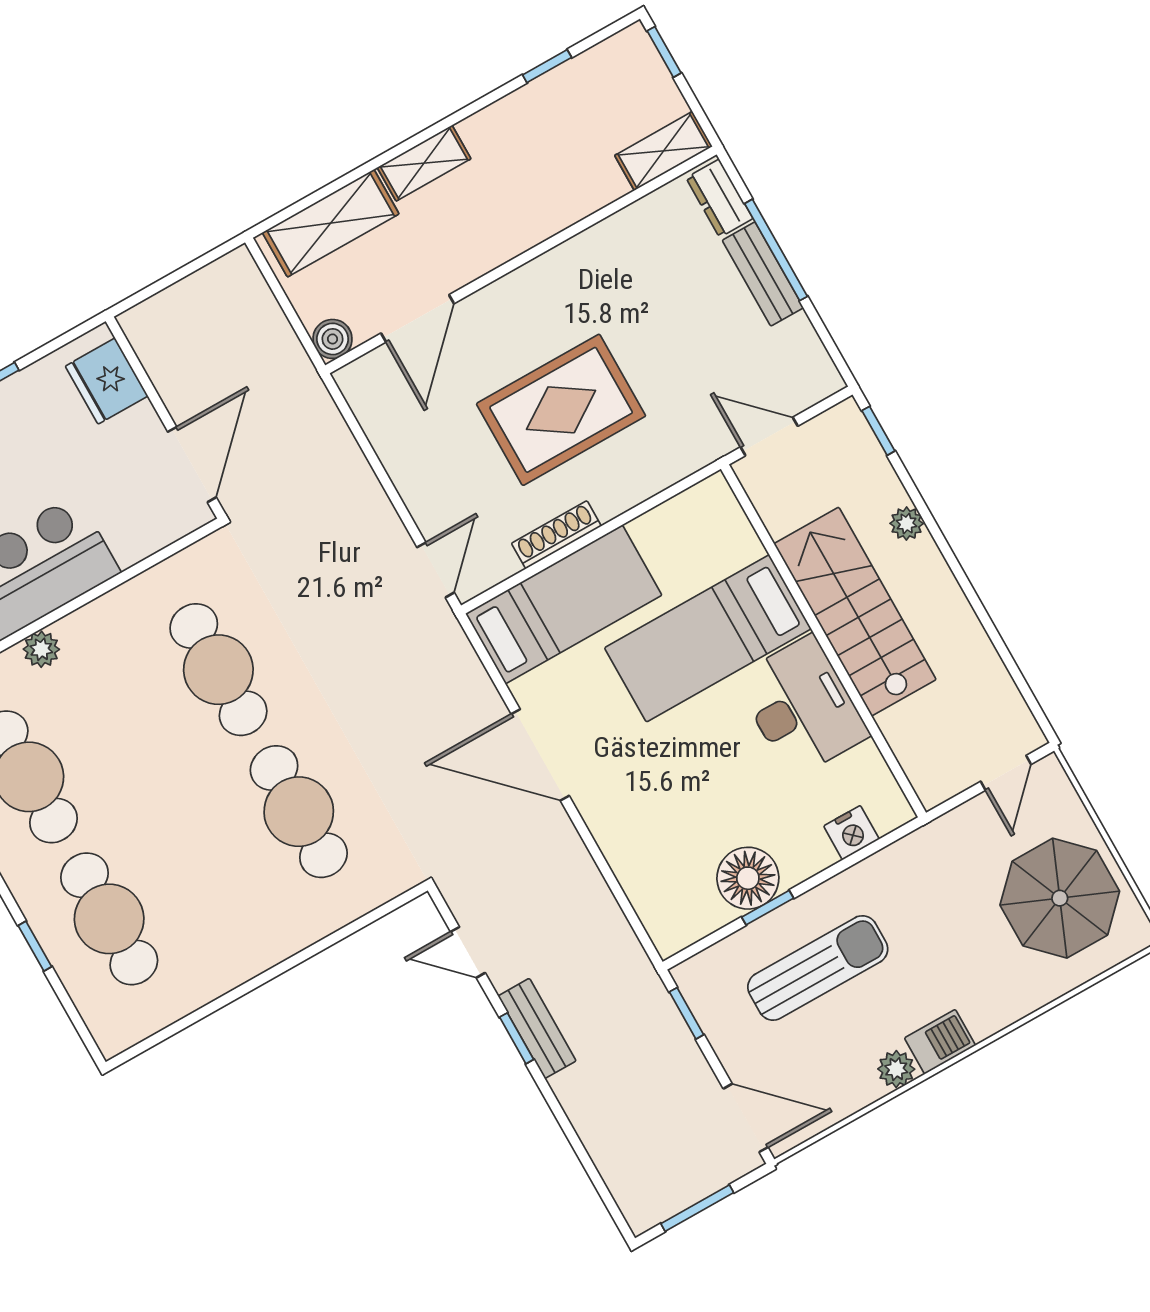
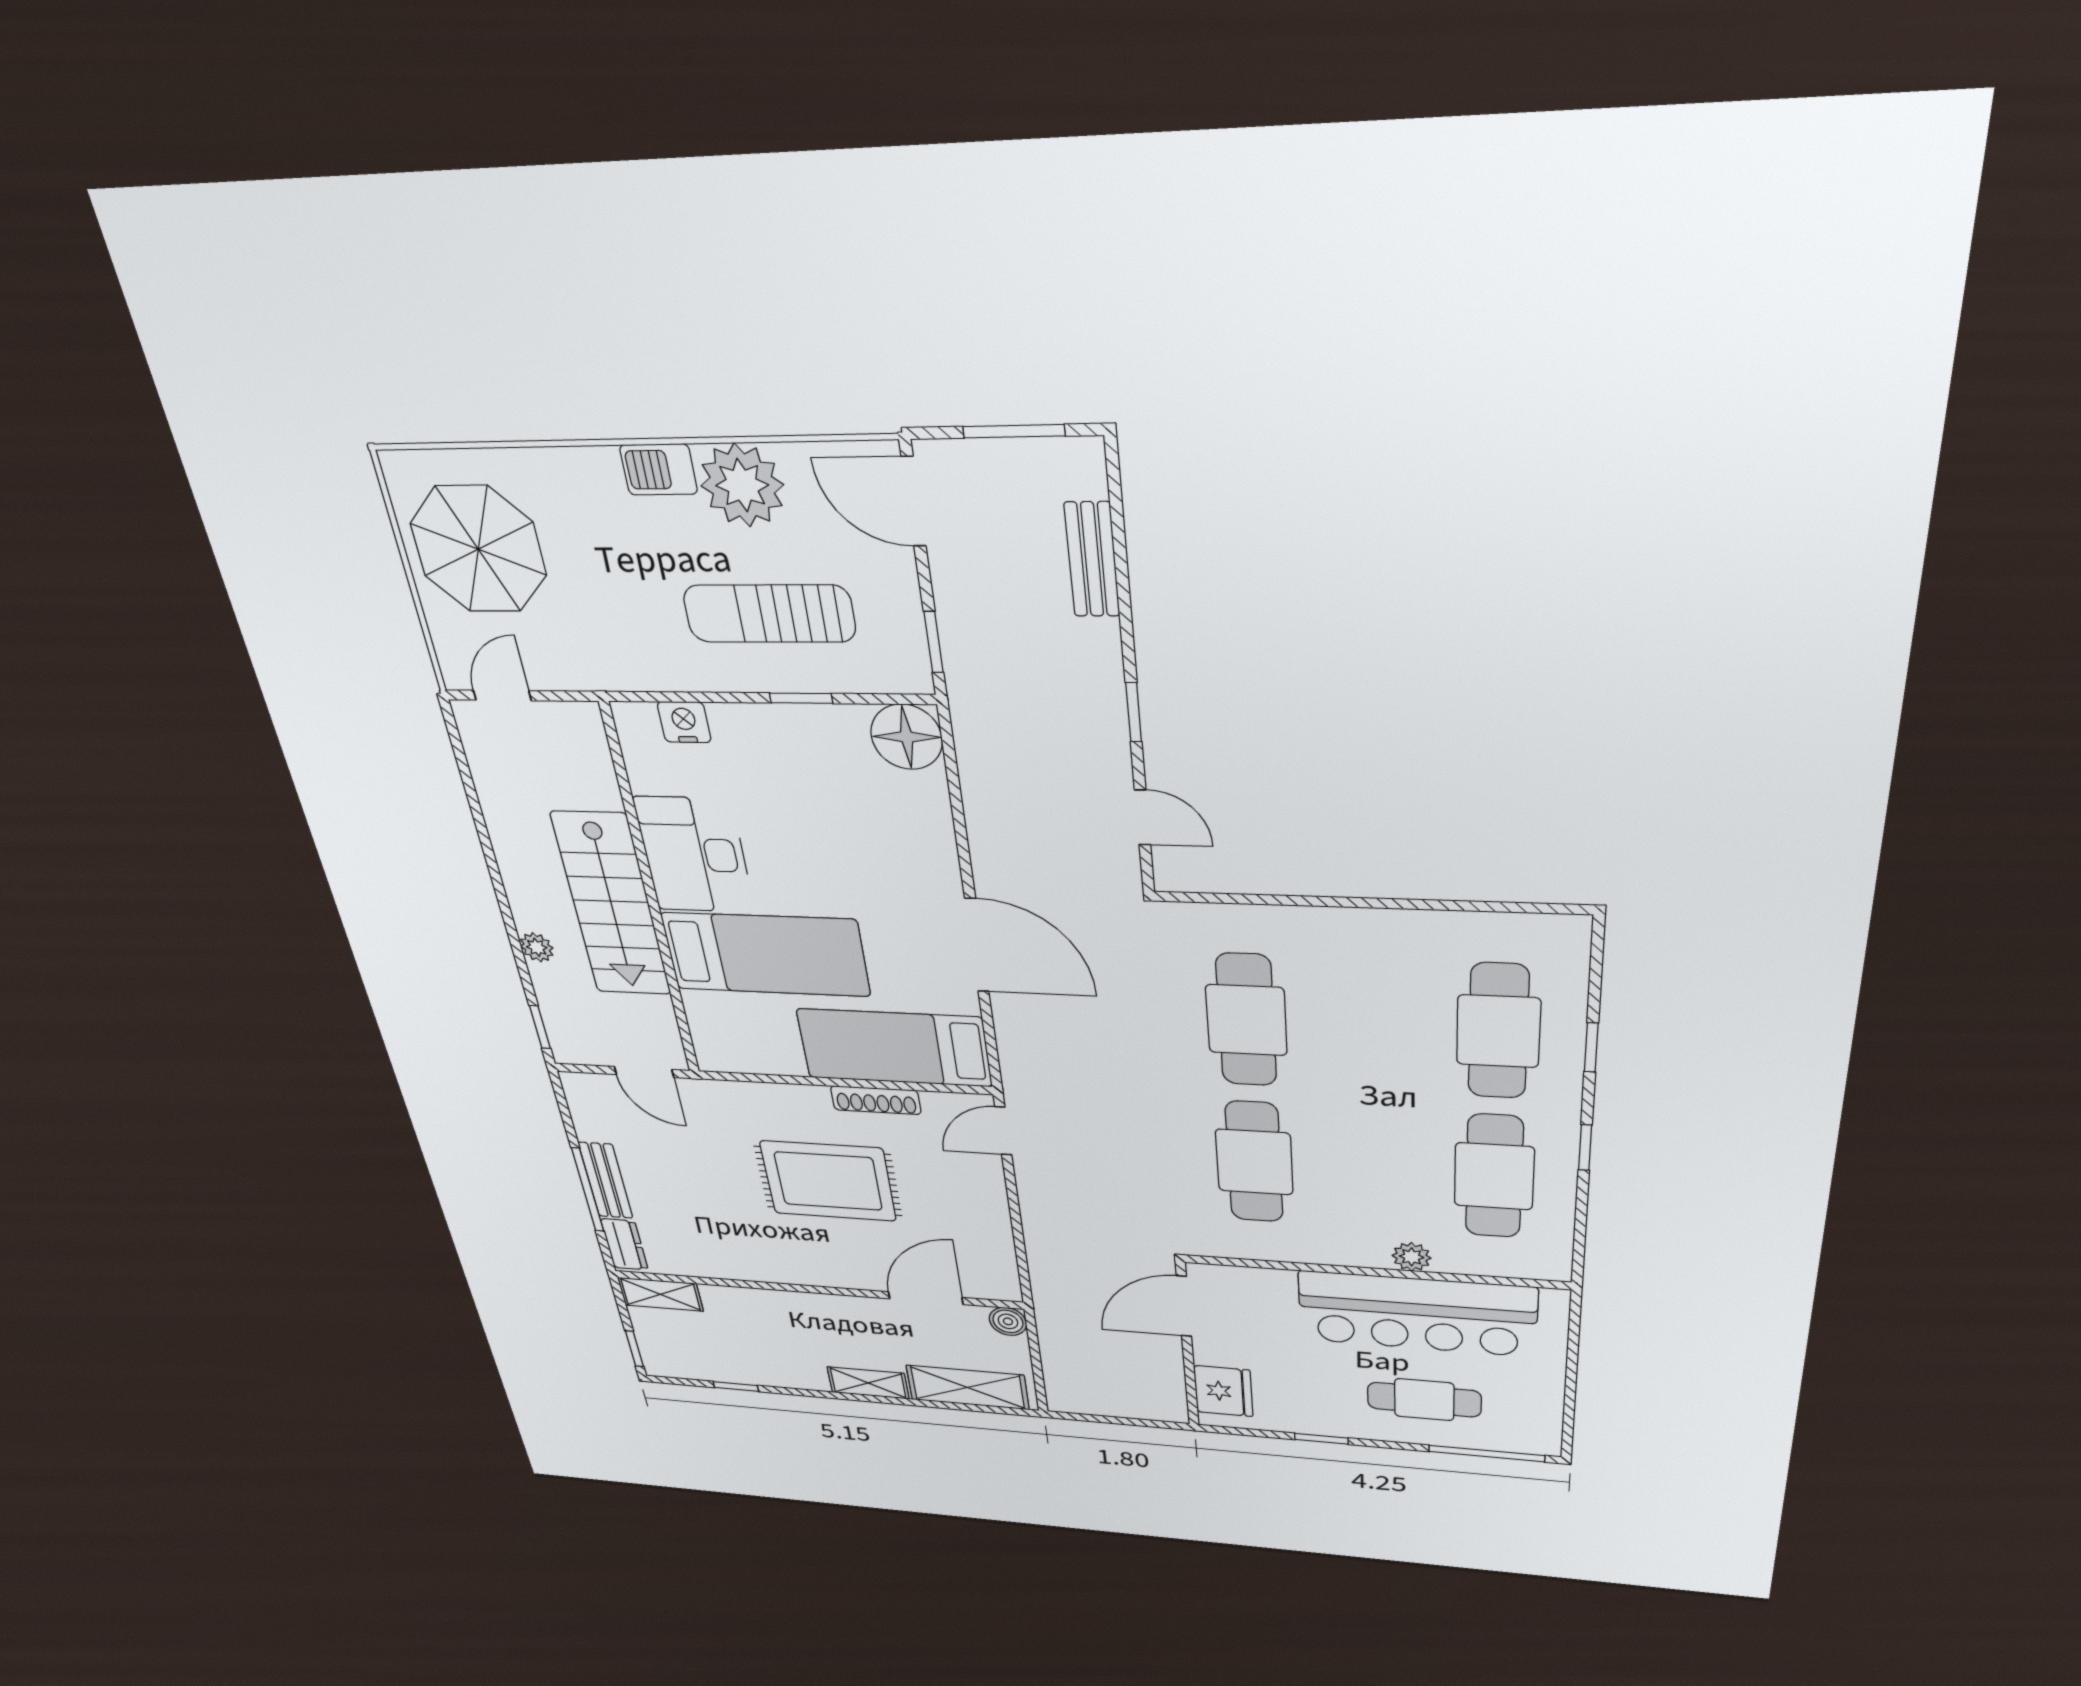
floor lamp: (748, 878) -> (907, 737), moved
bench: (537, 1028) -> (1092, 560), moved
plant: (896, 1069) -> (742, 485), width x1.88, depth x1.88

